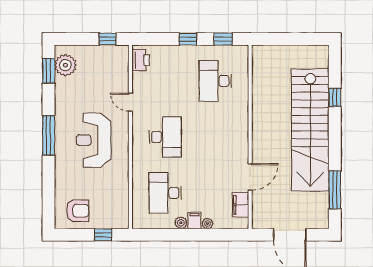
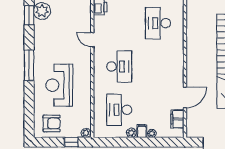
reception desk: (94, 140) -> (59, 85), moved
plant: (122, 223) -> (86, 133), added

